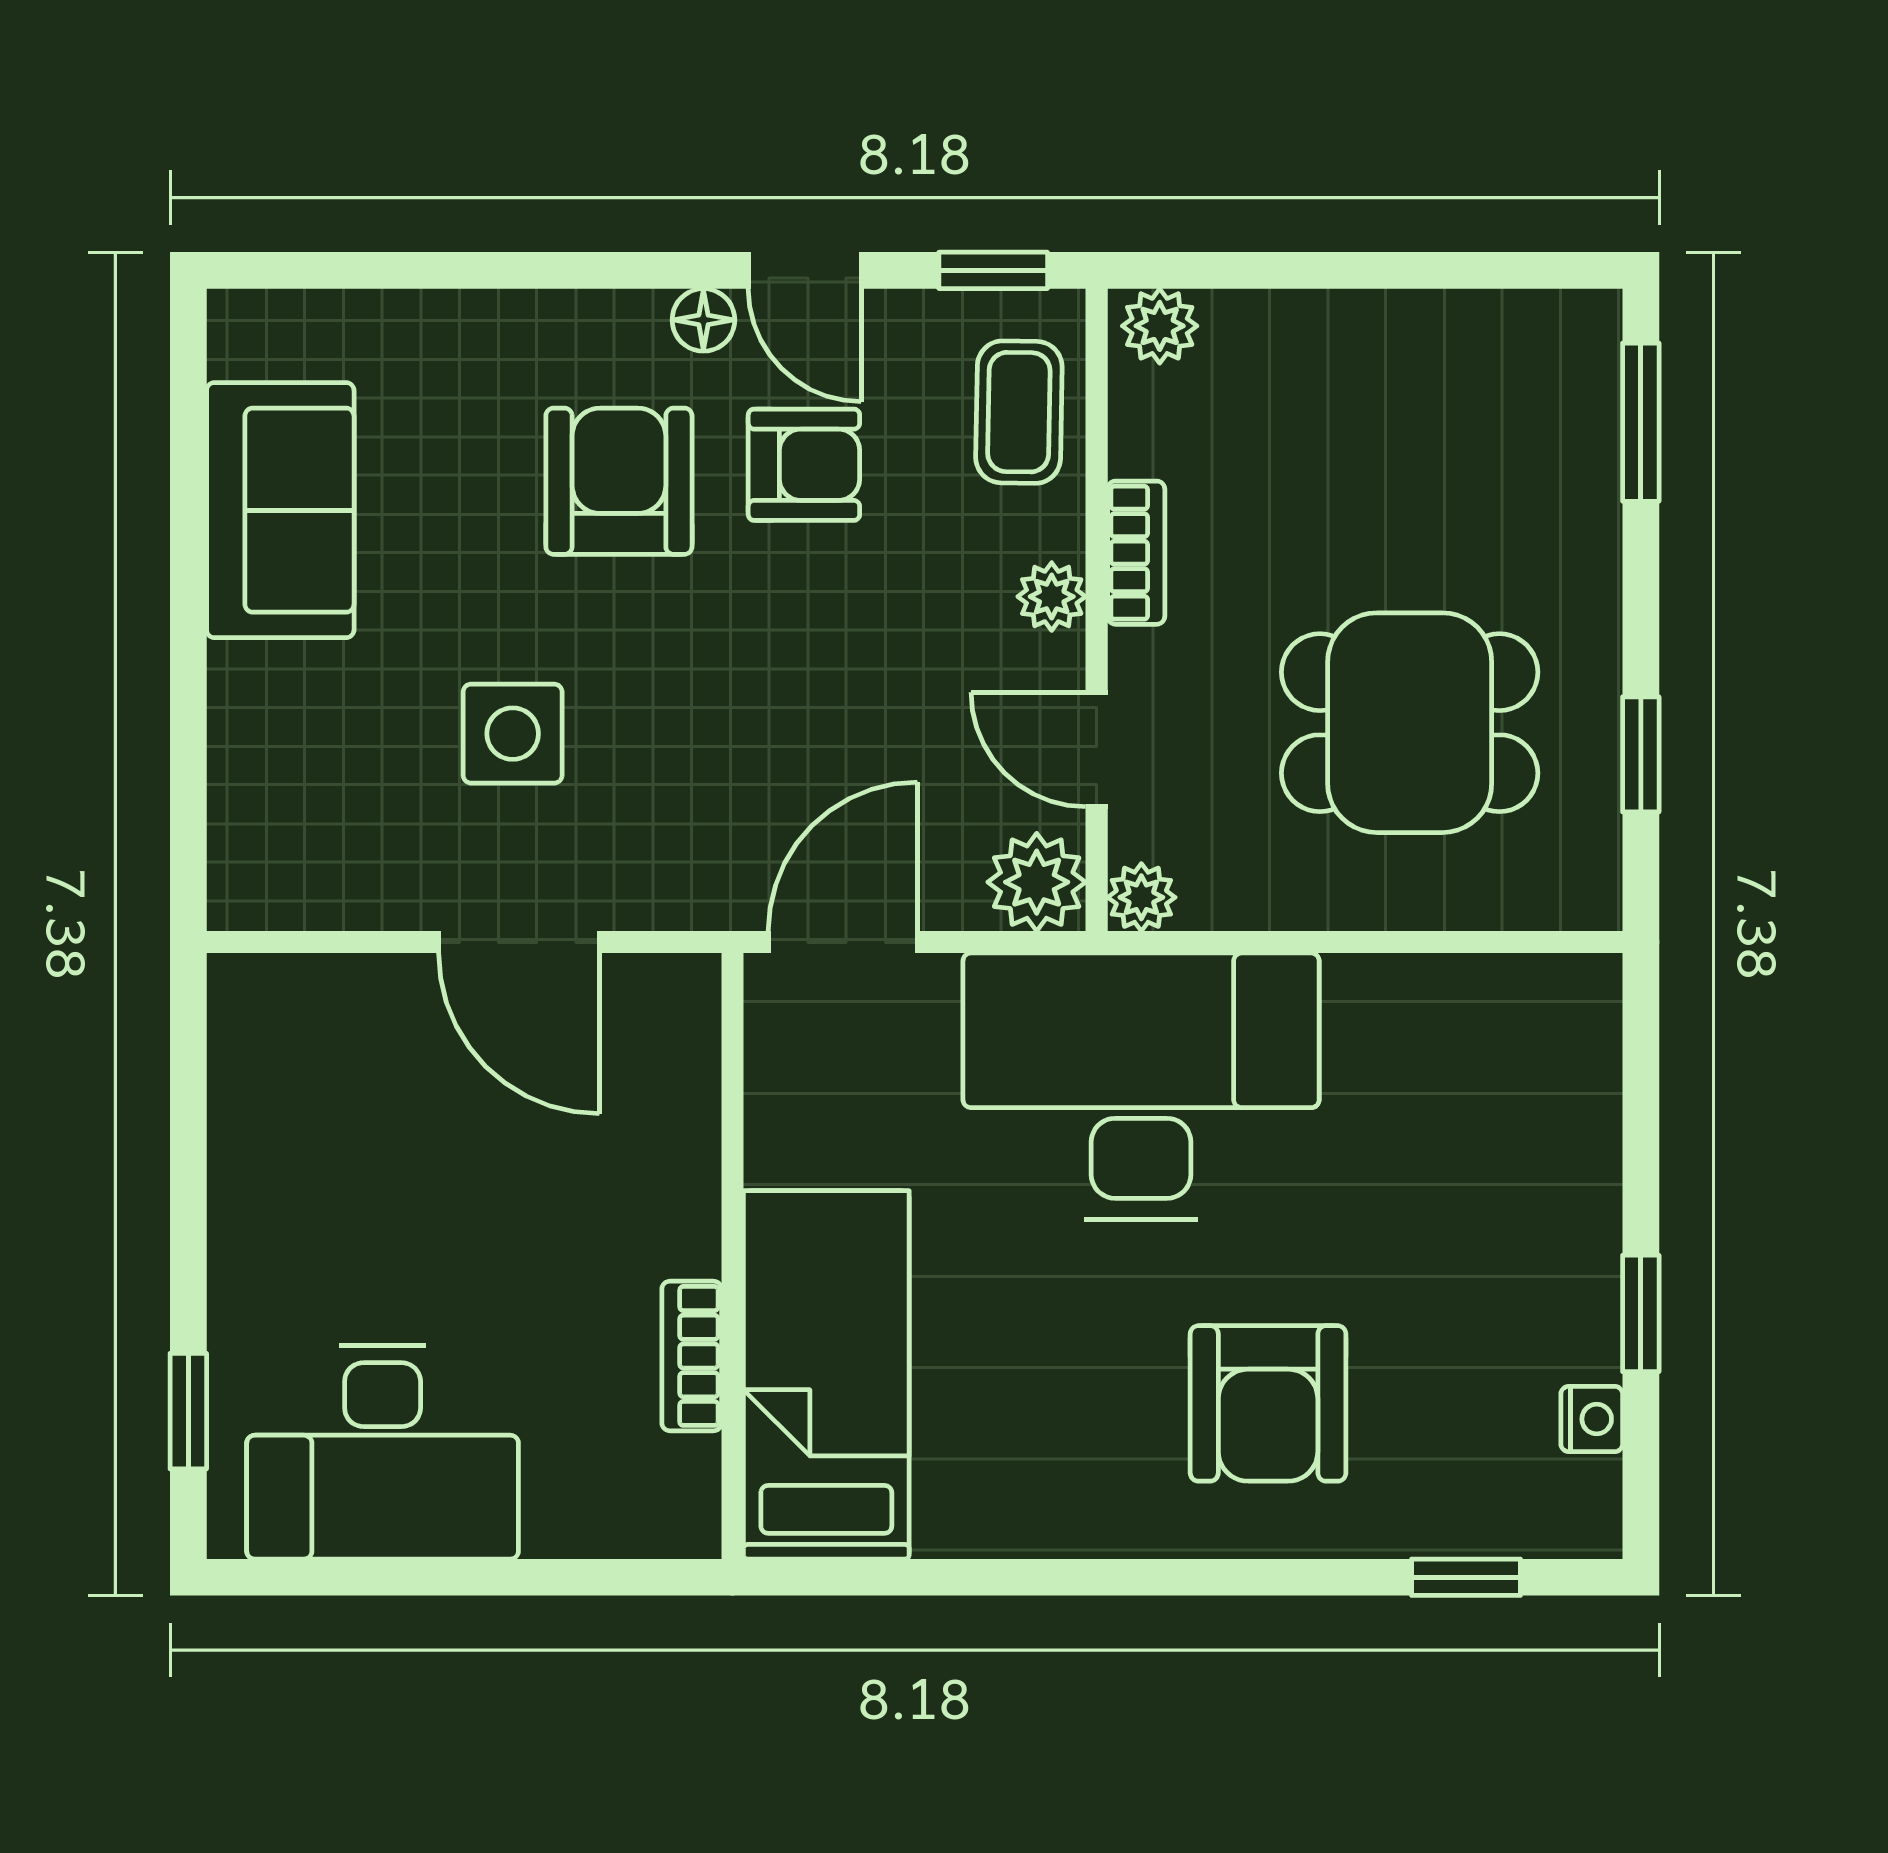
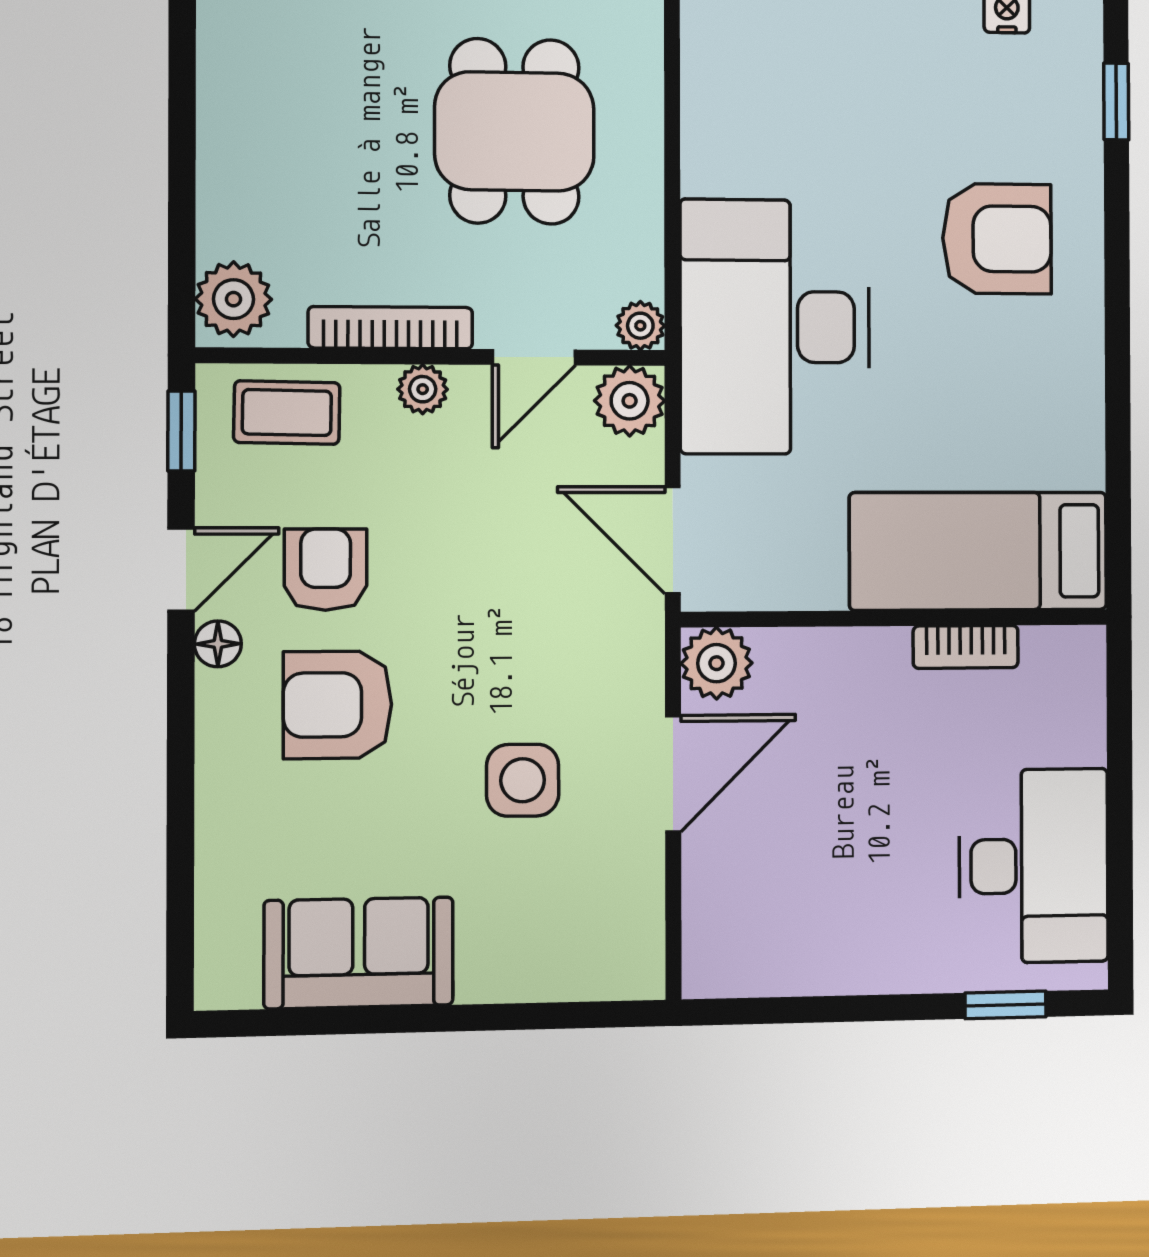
plant: (1160, 326) -> (233, 299), width x1.38, depth x1.38
bookcase: (1136, 553) -> (390, 328), width x1.56
plant: (672, 1003) -> (717, 663), added

